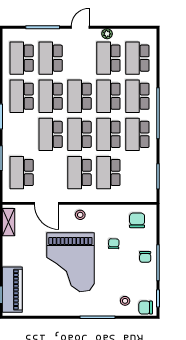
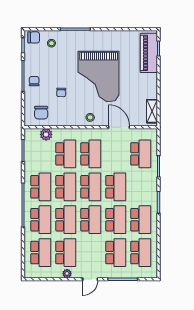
plant: (131, 195) -> (46, 134), added
grand piano: (70, 262) -> (99, 76), turned 180

